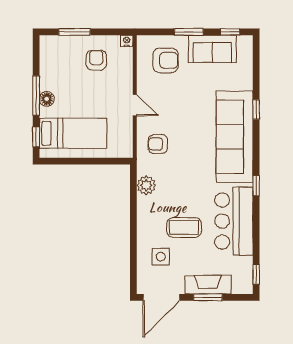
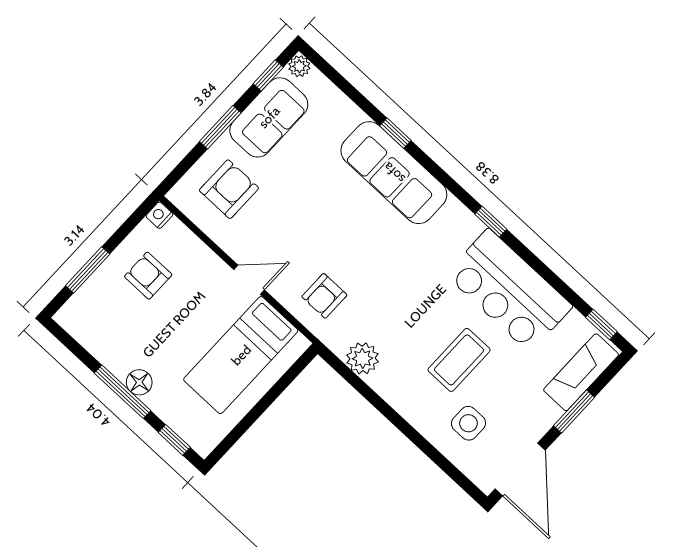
plant: (246, 42) -> (299, 66), added
bed: (73, 133) -> (241, 355), moved, turned 180
sofa: (235, 137) -> (394, 173), width x0.74, depth x0.79
fireplace: (208, 285) -> (581, 372), moved

